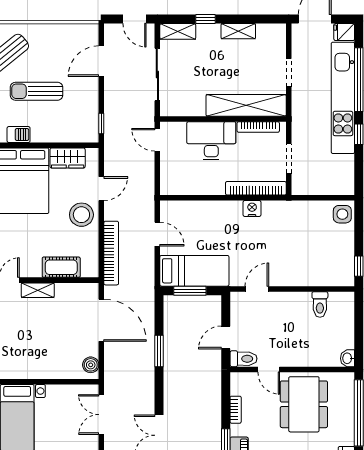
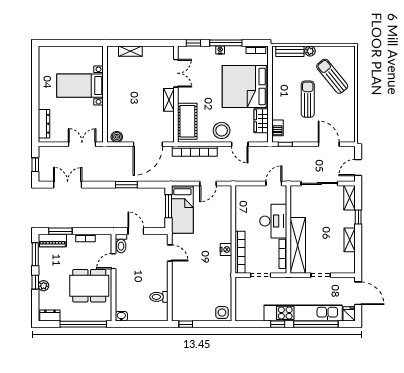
barbecue: (19, 135) -> (278, 128), moved
cot: (61, 267) -> (187, 121), width x1.37, depth x1.34

